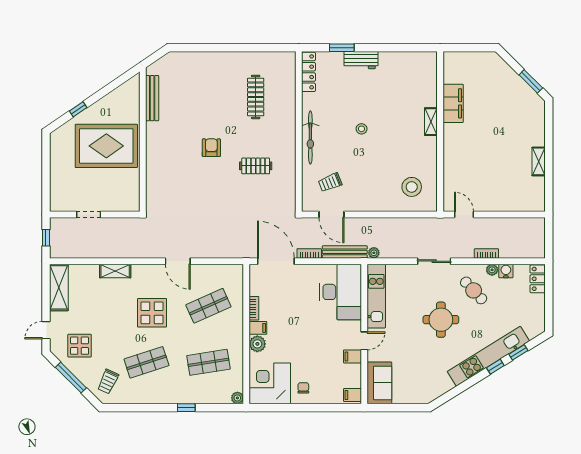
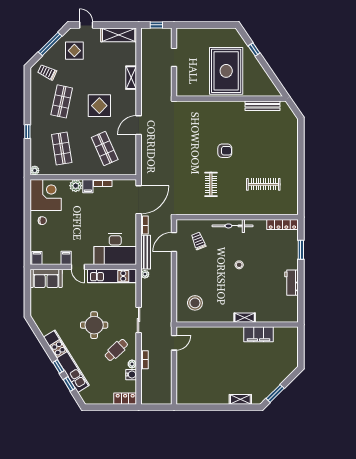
workbench: (361, 60) -> (291, 283), moved
shelving: (539, 161) -> (240, 399), moved
shop shelf: (146, 362) -> (62, 101), turned 30

